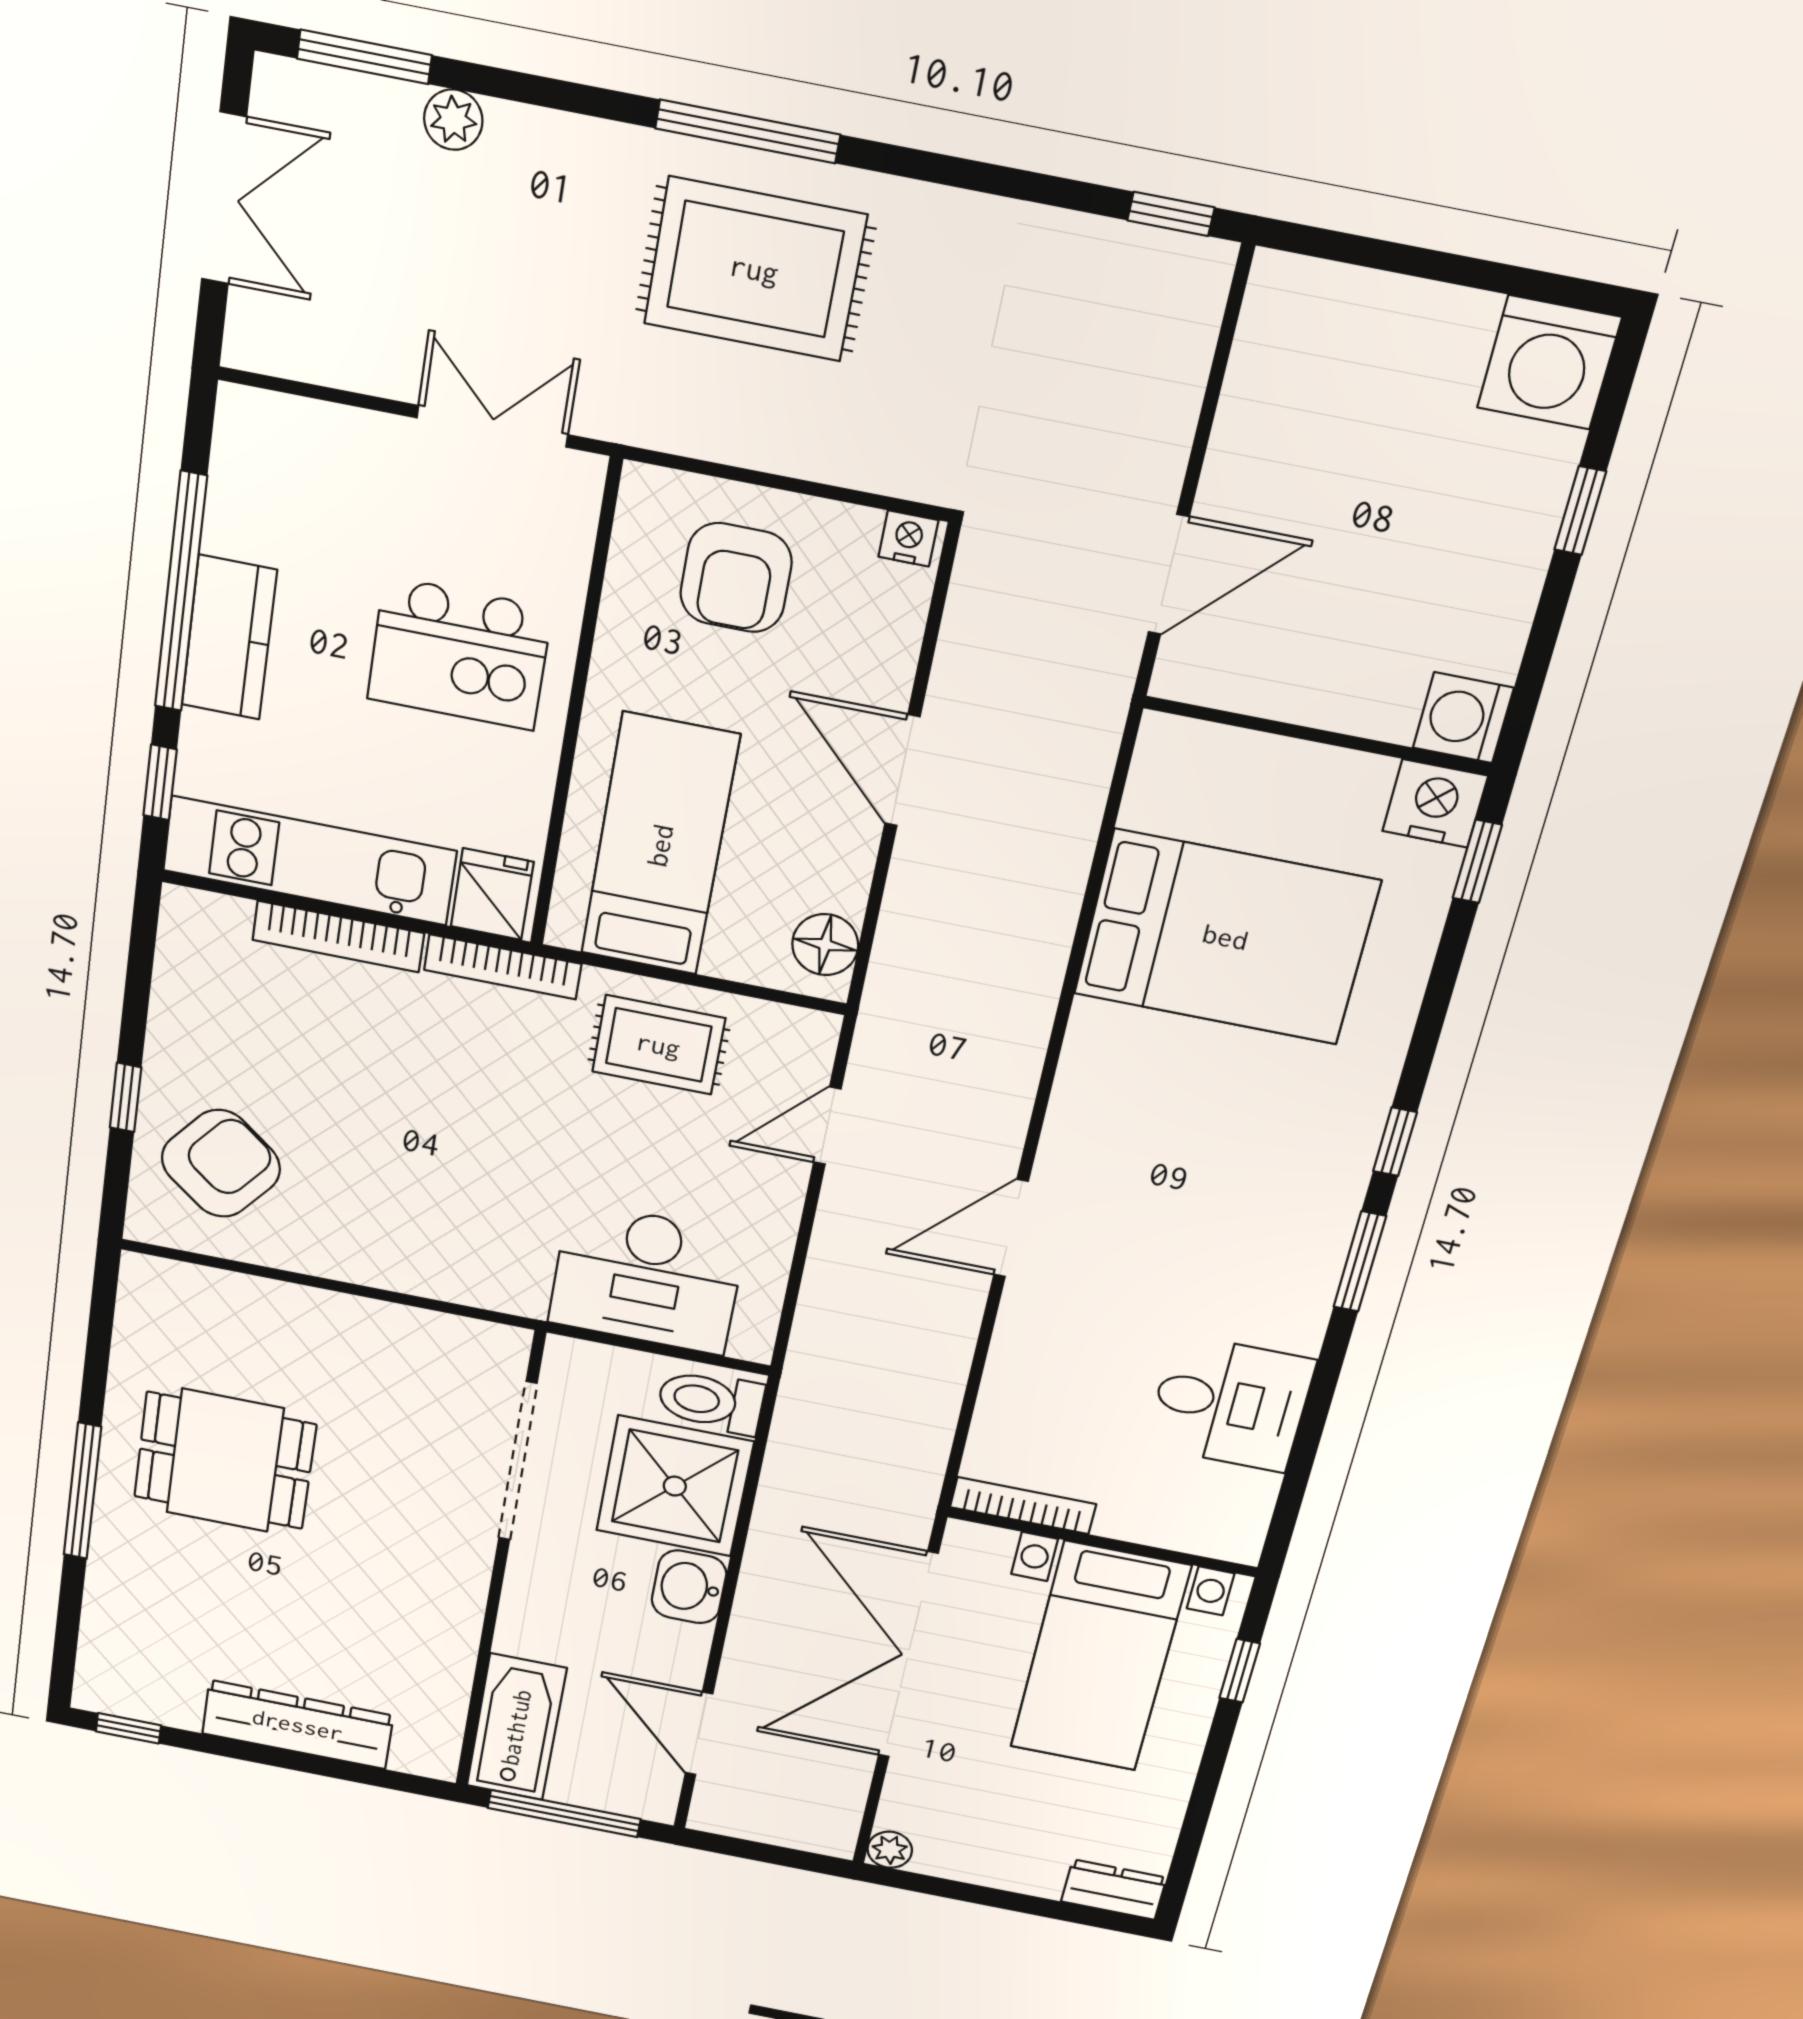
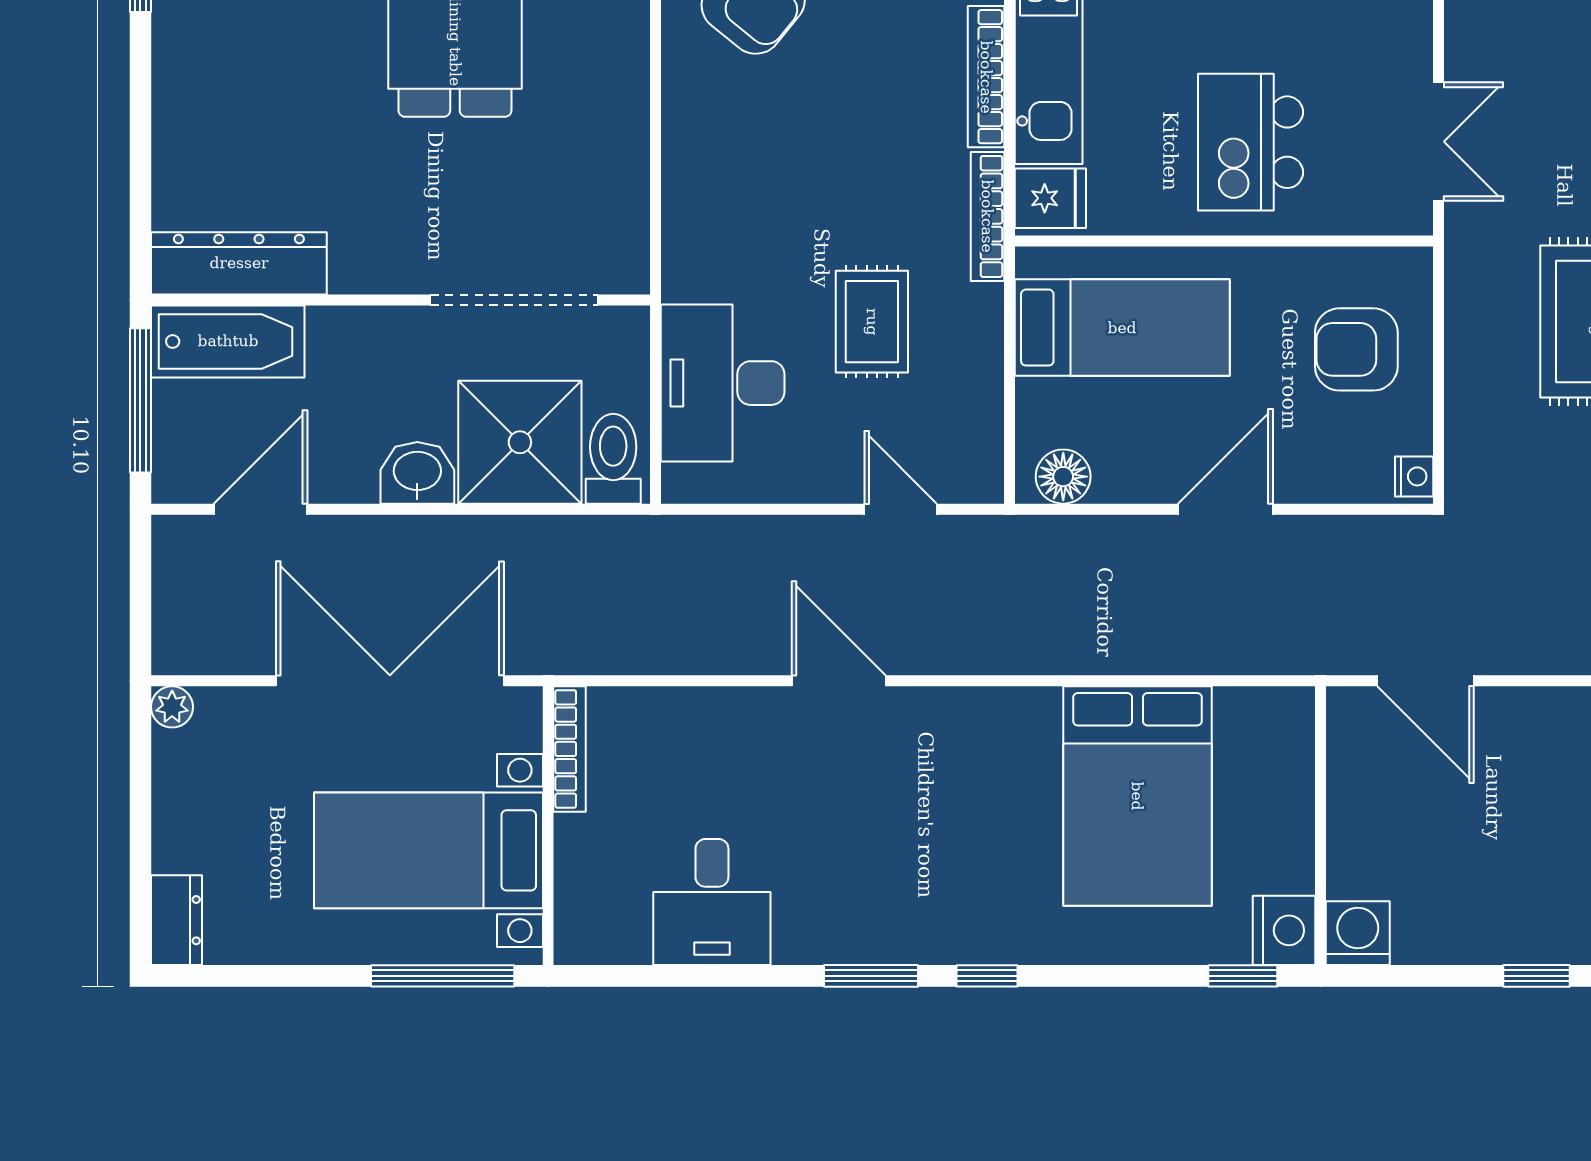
rug: (659, 1045) -> (872, 322), moved
window: (1240, 1671) -> (443, 976), width x2.17
dresser: (298, 1725) -> (239, 263), moved, turned -90

